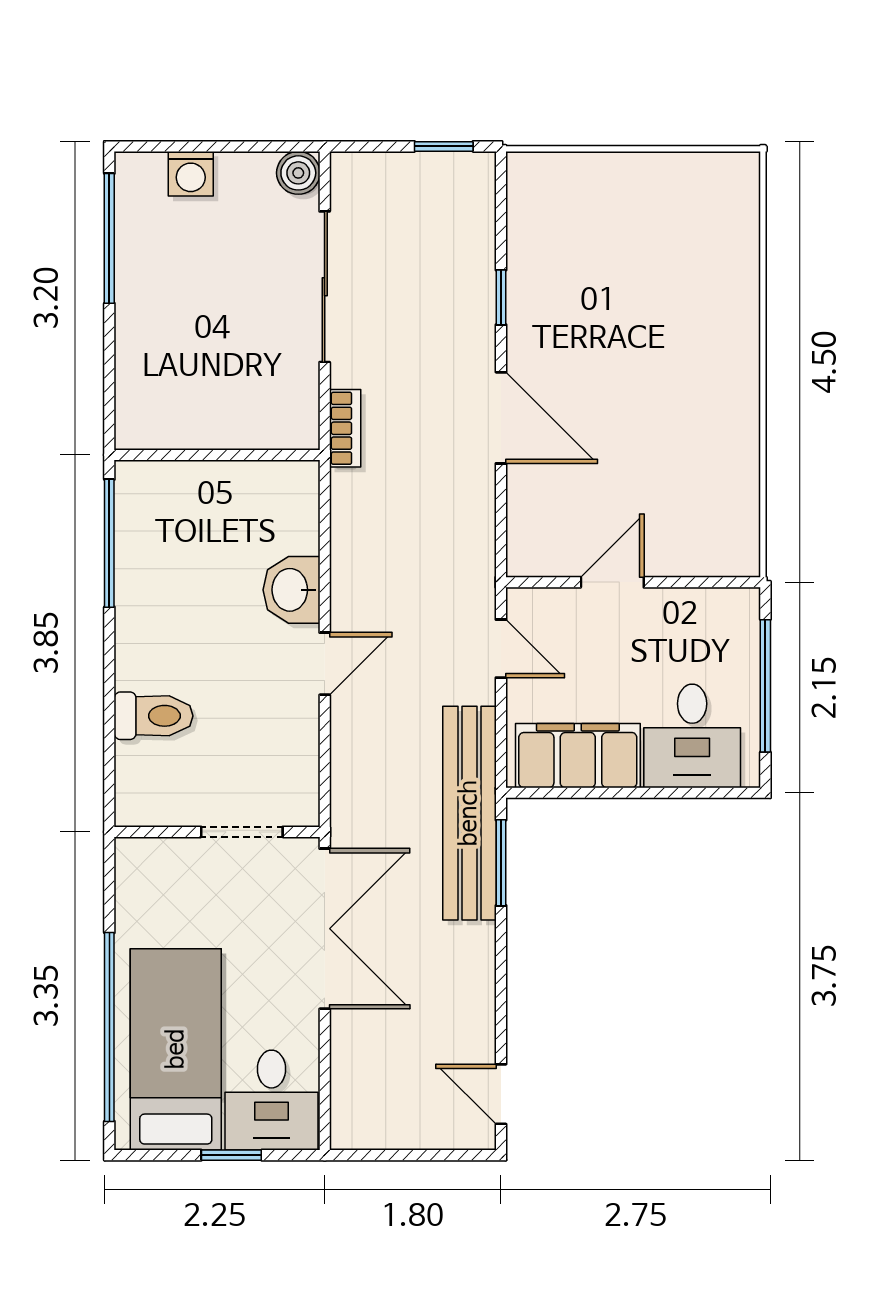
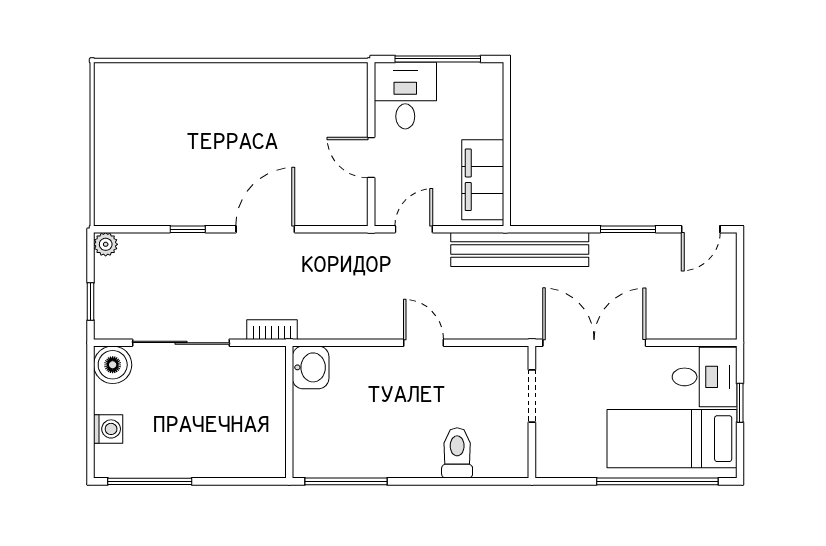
window: (444, 146) -> (91, 301), moved
plant: (478, 170) -> (106, 244), added
boiler: (298, 173) -> (113, 365), width x1.36, depth x1.36
washbasin: (291, 590) -> (311, 367), moved, turned -90
desk: (692, 736) -> (405, 96), moved, turned -90
window: (501, 863) -> (628, 229), moved

